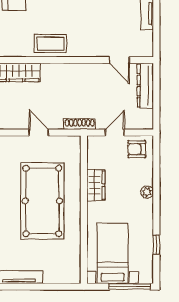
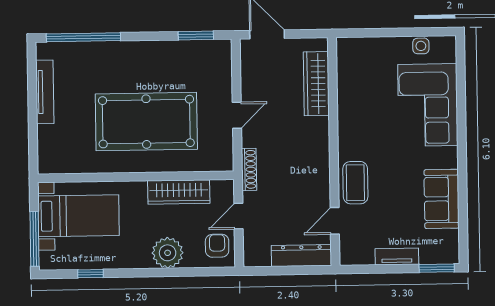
coffee table: (50, 43) -> (355, 183), moved
door: (115, 133) -> (239, 216), swing flipped
wardrobe: (96, 185) -> (179, 192), width x1.50
plant: (147, 192) -> (168, 253), width x1.88, depth x1.88

